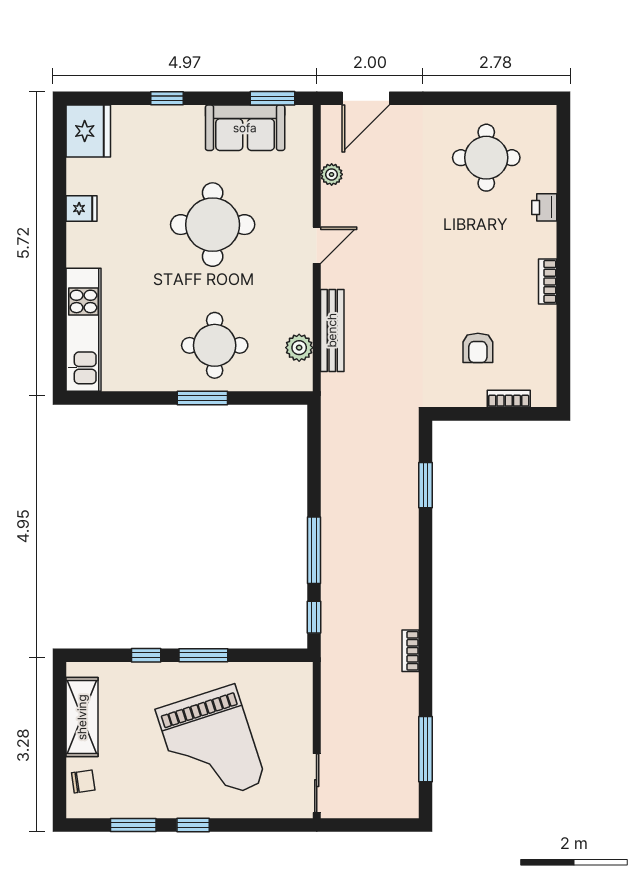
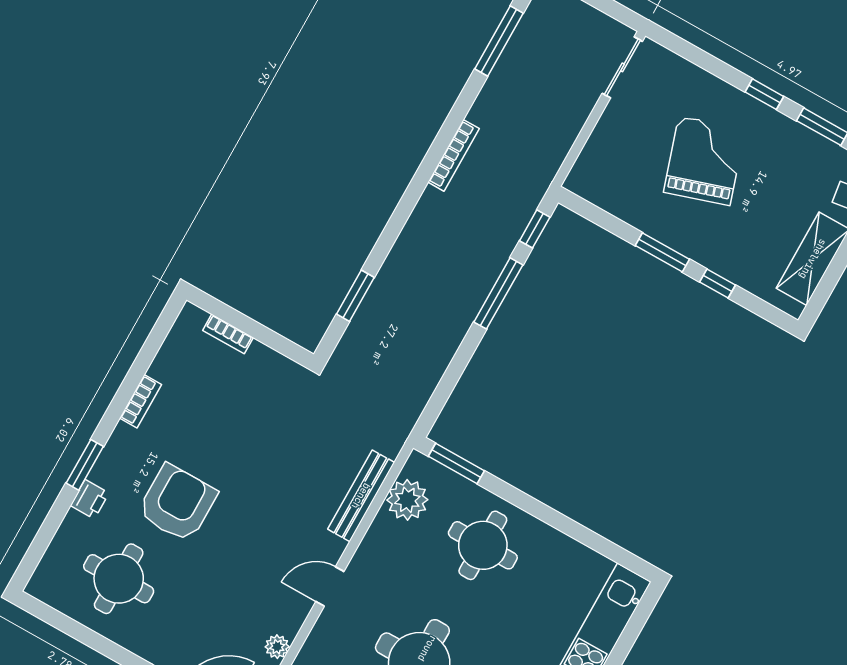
window: (563, 232) -> (85, 465), added
bookcase: (548, 281) -> (141, 401), moved
plant: (299, 348) -> (407, 500), width x1.36, depth x1.36
armchair: (478, 348) -> (177, 503), moved, width x1.88, depth x1.88
window: (202, 398) -> (456, 464), moved
bookcase: (411, 651) -> (454, 155), width x1.56
grand piano: (211, 746) -> (704, 161), width x0.73, depth x0.68

